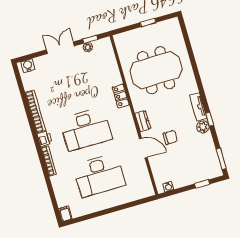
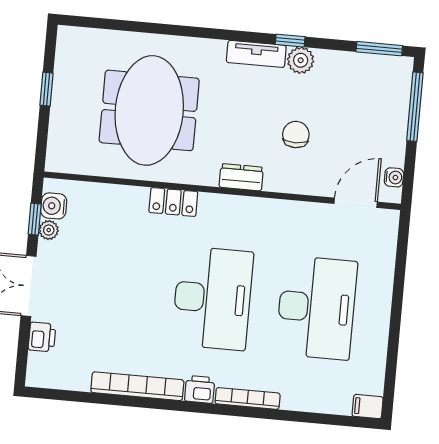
printer: (41, 62) -> (42, 337), added
water cooler: (28, 66) -> (54, 206), moved
door: (143, 148) -> (356, 203), moved
window: (202, 184) -> (415, 107), width x2.17

